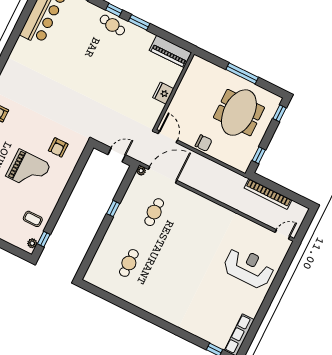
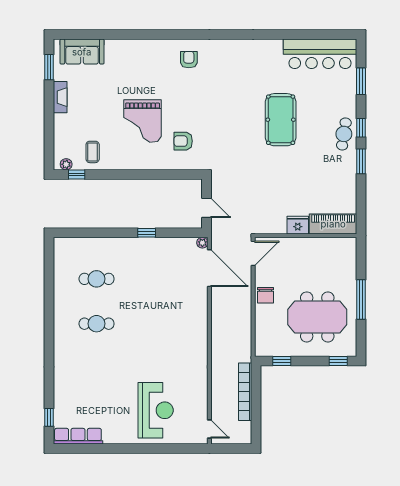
piano: (170, 52) -> (333, 224), moved, turned 90
pool table: (78, 67) -> (281, 120), added
cafe table: (154, 212) -> (97, 324), moved

